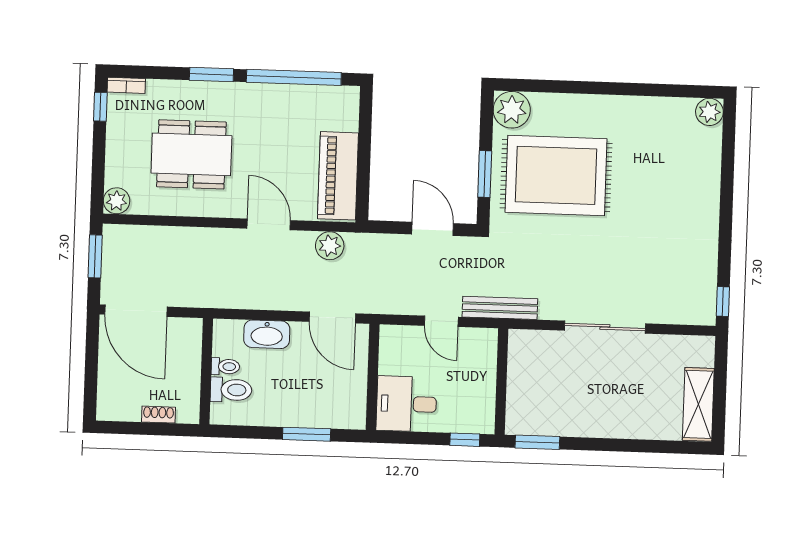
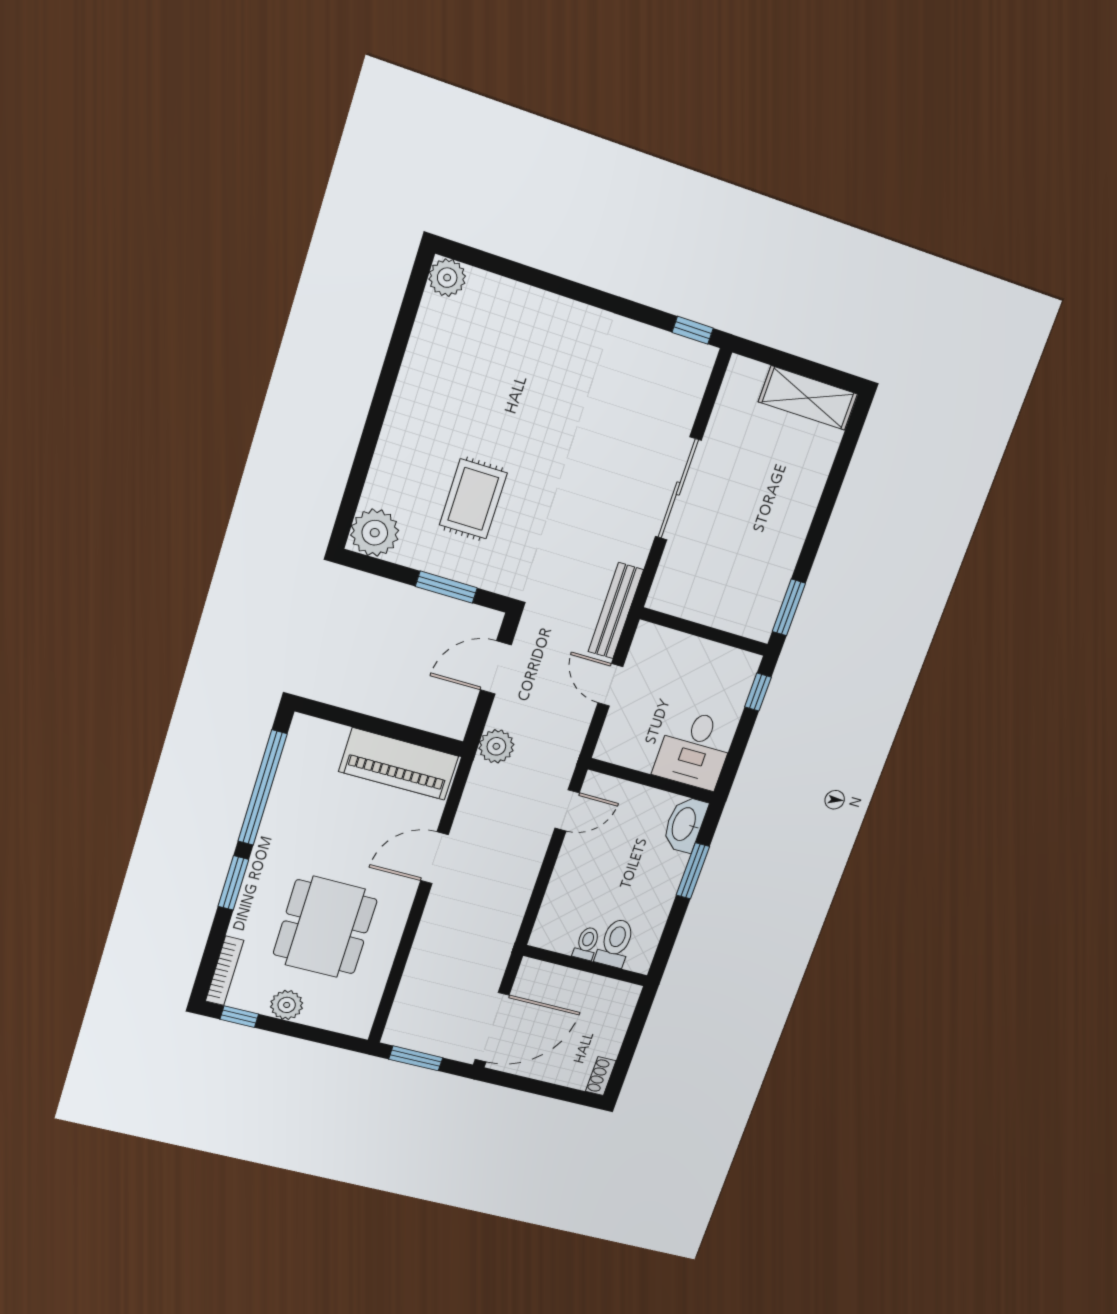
bookcase: (126, 85) -> (225, 971), width x1.56
rug: (556, 175) -> (473, 499), width x0.54, depth x0.49
plant: (117, 201) -> (287, 1005), moved
plant: (330, 246) -> (496, 746), moved
door: (332, 318) -> (567, 810), width x0.73
door: (441, 321) -> (610, 685), swing flipped
washbasin: (267, 334) -> (685, 824), moved, turned 180
shoe rack: (158, 415) -> (601, 1076), moved

